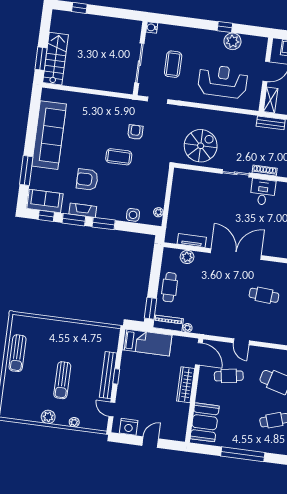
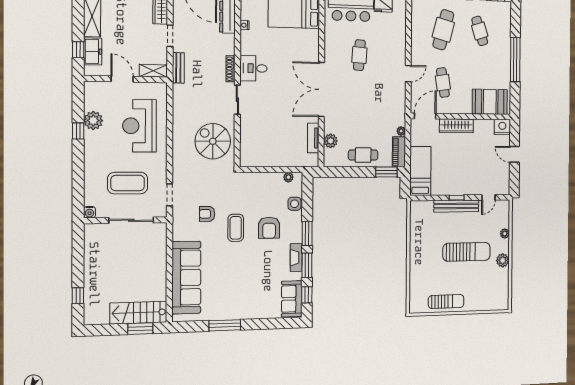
coffee table: (173, 64) -> (128, 183), width x1.36, depth x1.32
sofa: (49, 135) -> (186, 278), moved, turned 90
window: (26, 170) -> (225, 325), moved
armchair: (87, 179) -> (269, 228), moved
sun lounger: (62, 380) -> (467, 252), width x1.36, depth x1.34
nightstand: (129, 427) -> (502, 127), moved, turned -90

